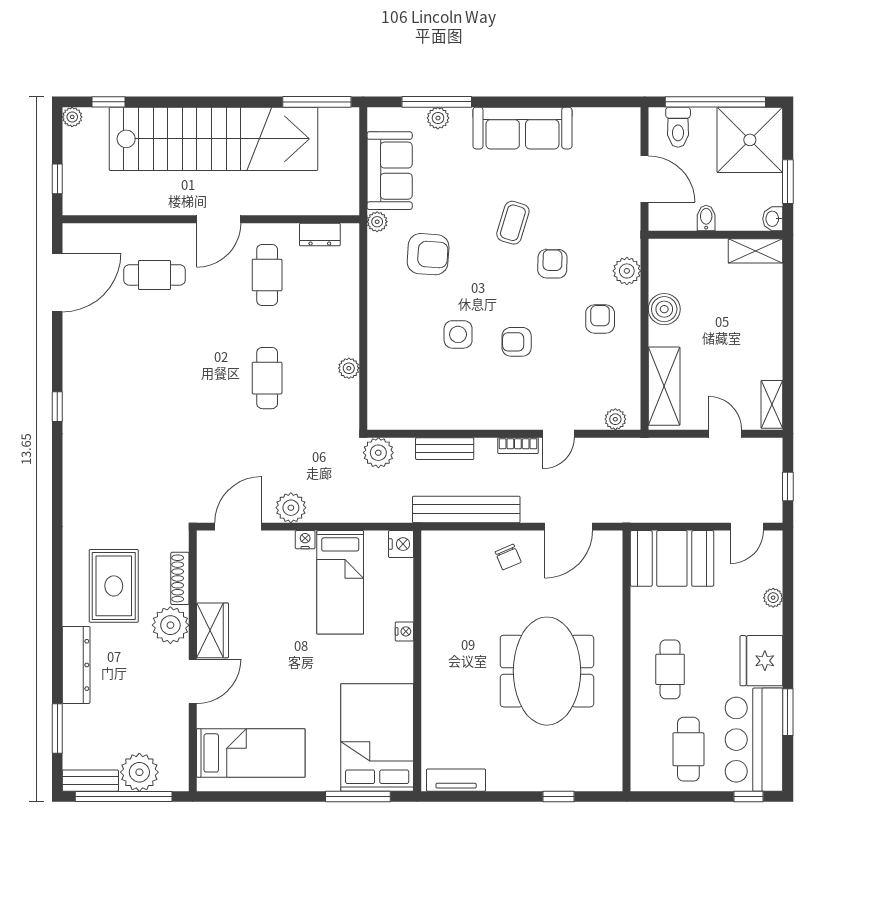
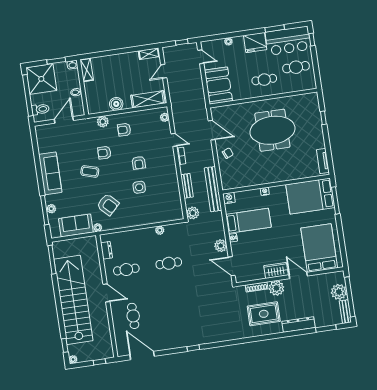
armchair: (428, 254) -> (108, 205), turned 131
bench: (466, 509) -> (213, 189), moved
bed: (251, 753) -> (319, 248), width x1.50

